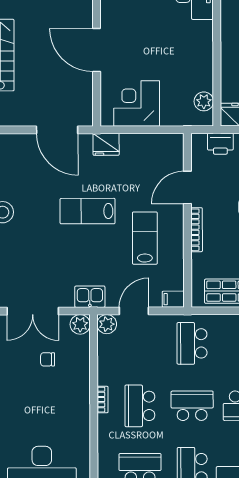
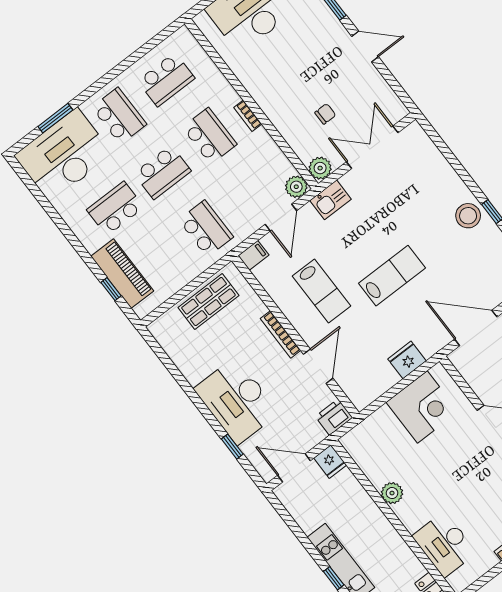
plant: (204, 101) -> (392, 493), moved
fridge: (106, 144) -> (407, 360), moved
printer: (220, 144) -> (334, 417), moved

